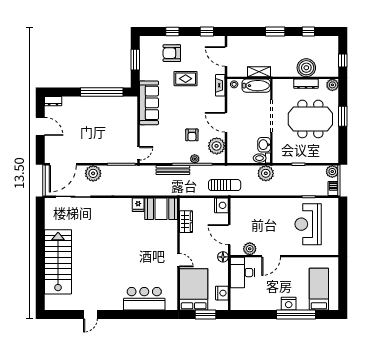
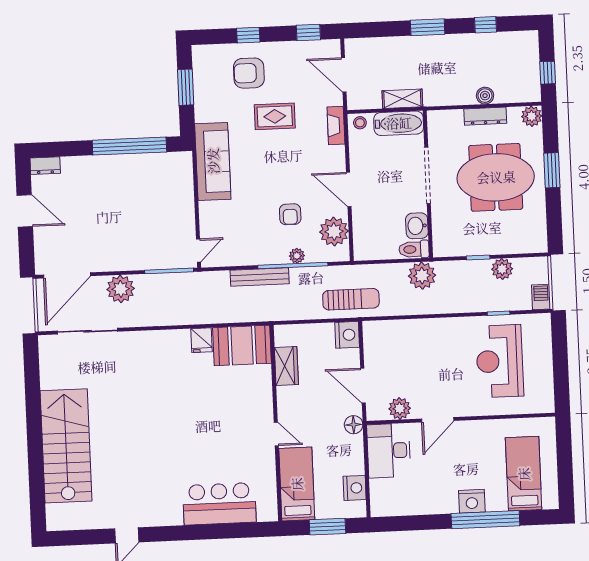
boiler: (306, 68) -> (485, 96), width x0.54, depth x0.54
plant: (332, 172) -> (502, 269), moved
bed: (194, 289) -> (297, 484), width x0.67

